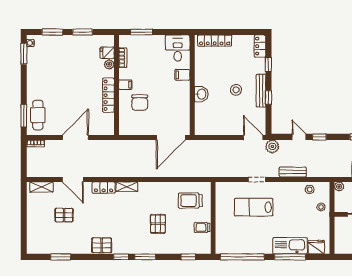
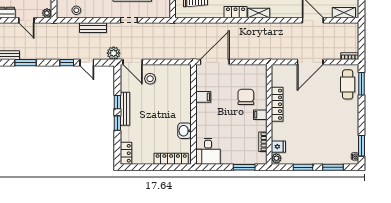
plant: (109, 64) -> (276, 158), moved
window: (268, 64) -> (117, 123), moved
filing cabinet: (182, 75) -> (203, 97), moved
stool: (236, 90) -> (150, 79), moved
washbasin: (201, 94) -> (184, 131), moved
locker: (104, 188) -> (236, 12), moved

